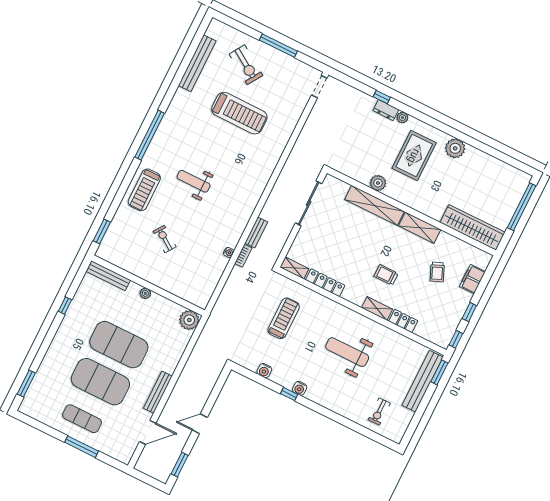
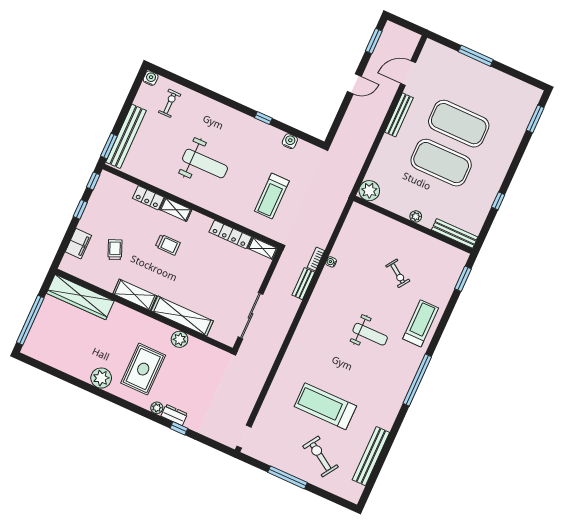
water cooler: (300, 388) -> (151, 78), moved
exercise mat: (82, 419) -> (476, 85), removed

